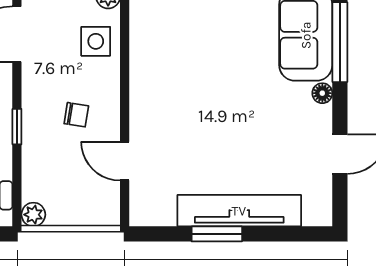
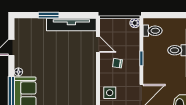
tv unit: (239, 211) -> (71, 25), moved
window: (217, 234) -> (49, 15), moved

